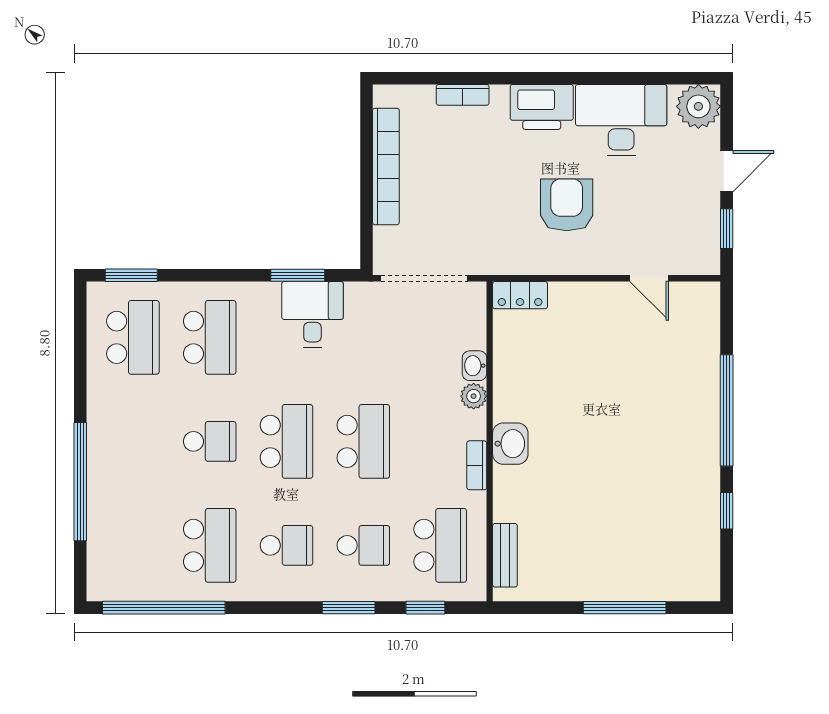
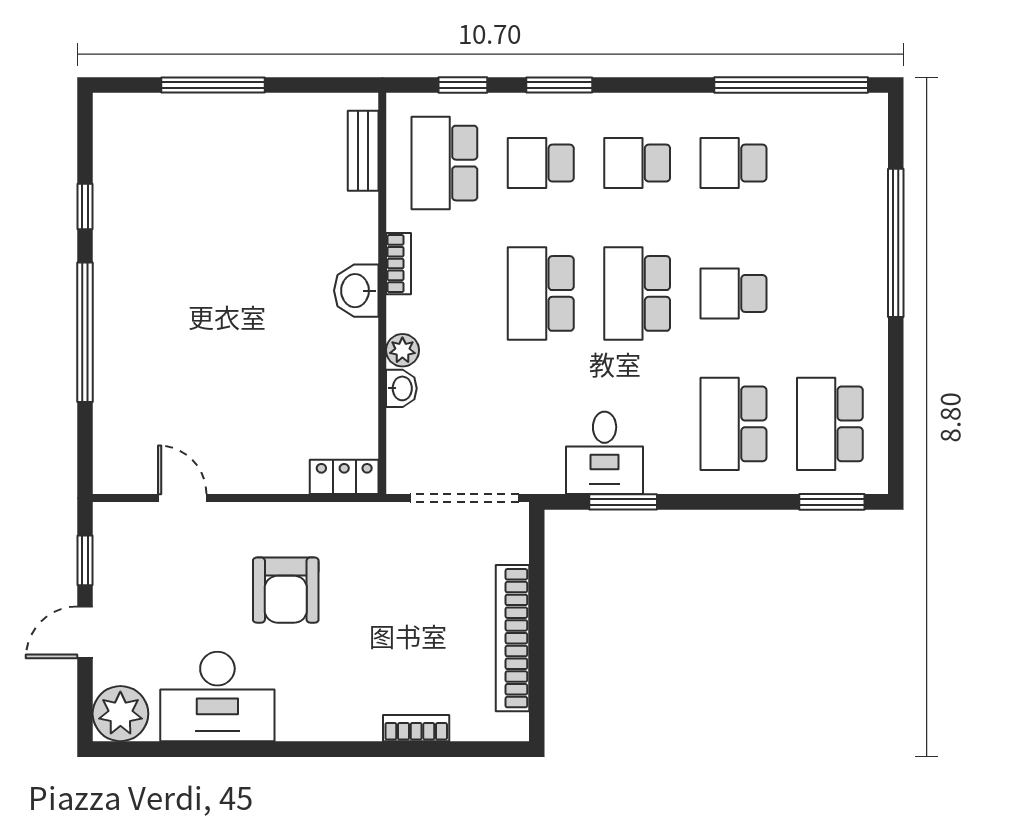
printer: (542, 107) -> (317, 713), removed
school desk: (210, 545) -> (733, 163), width x0.54

